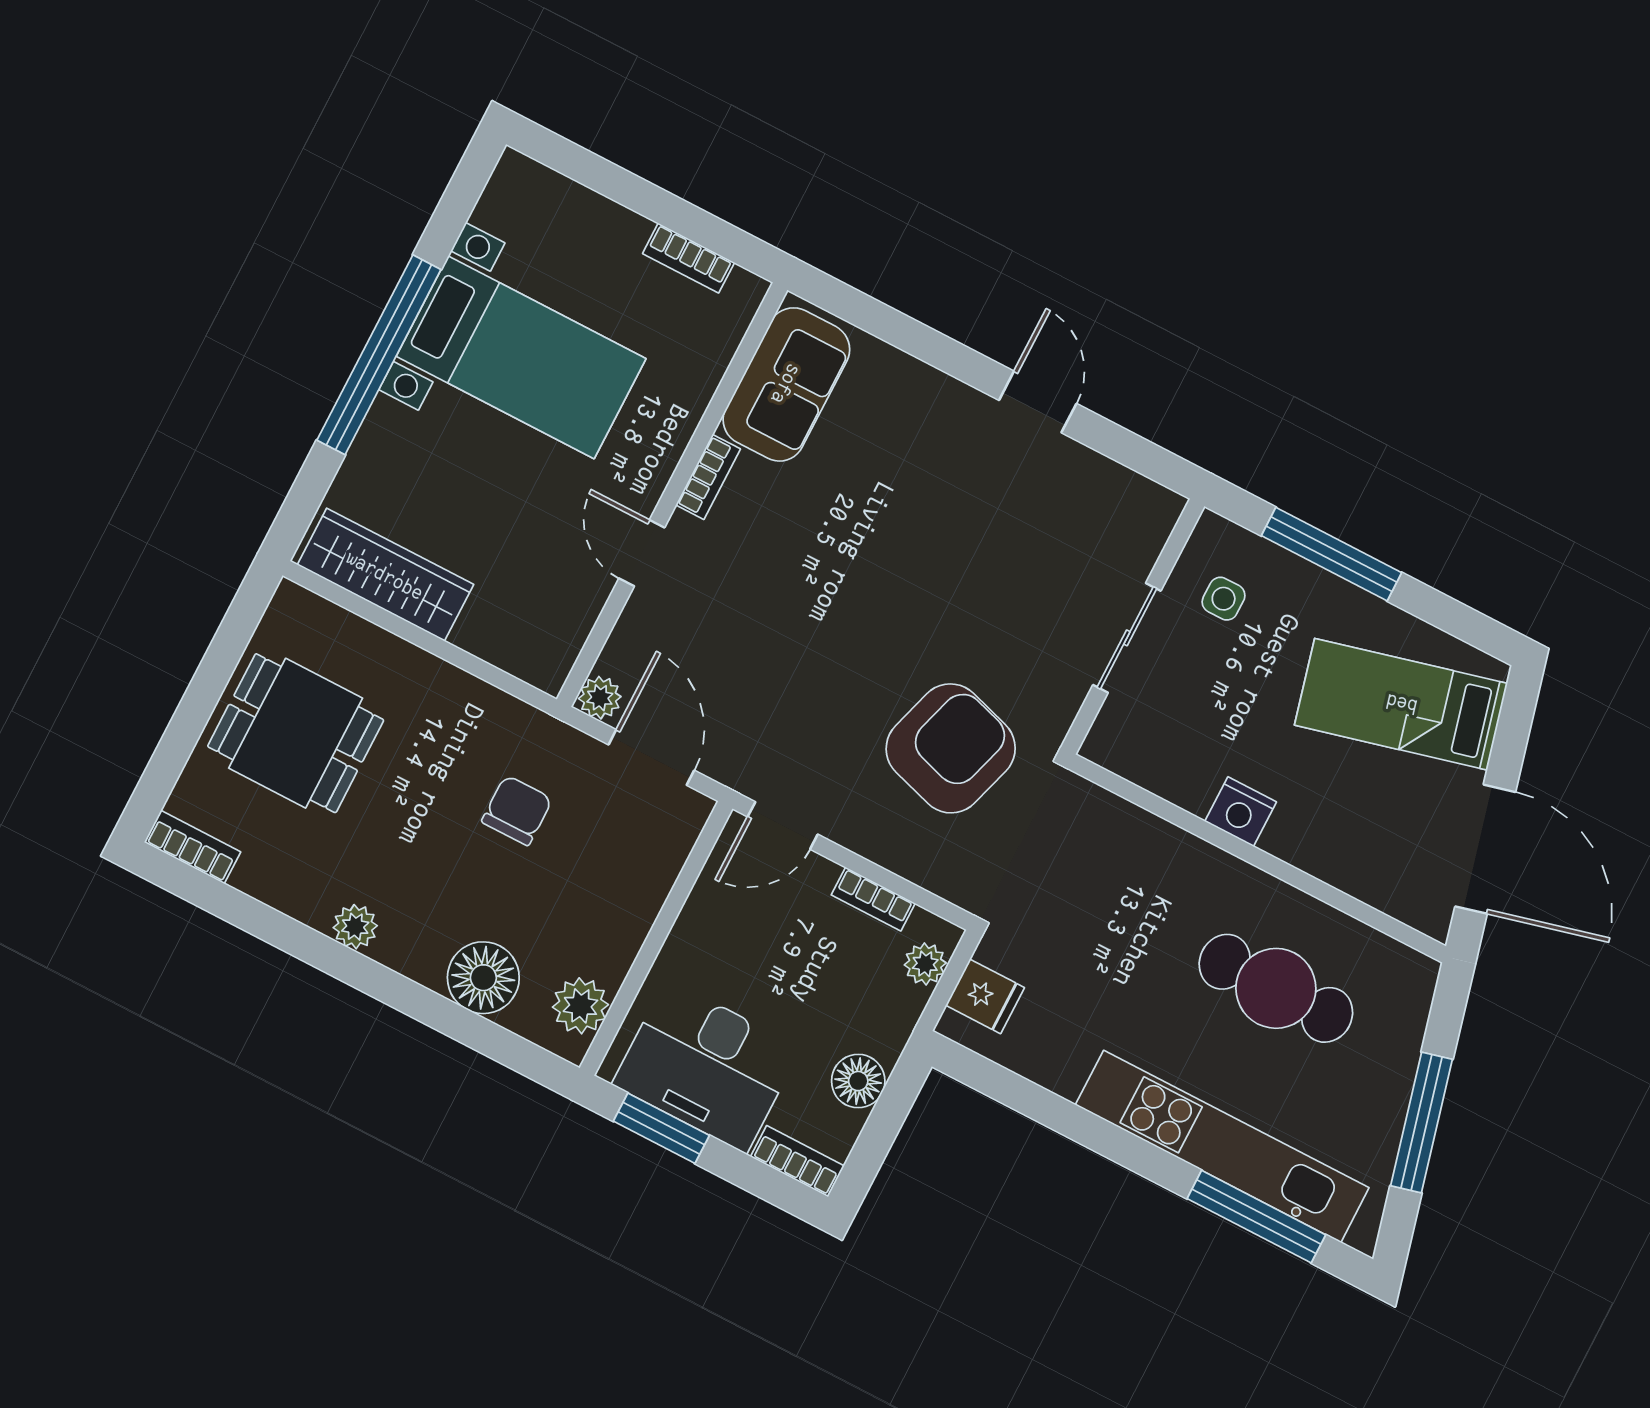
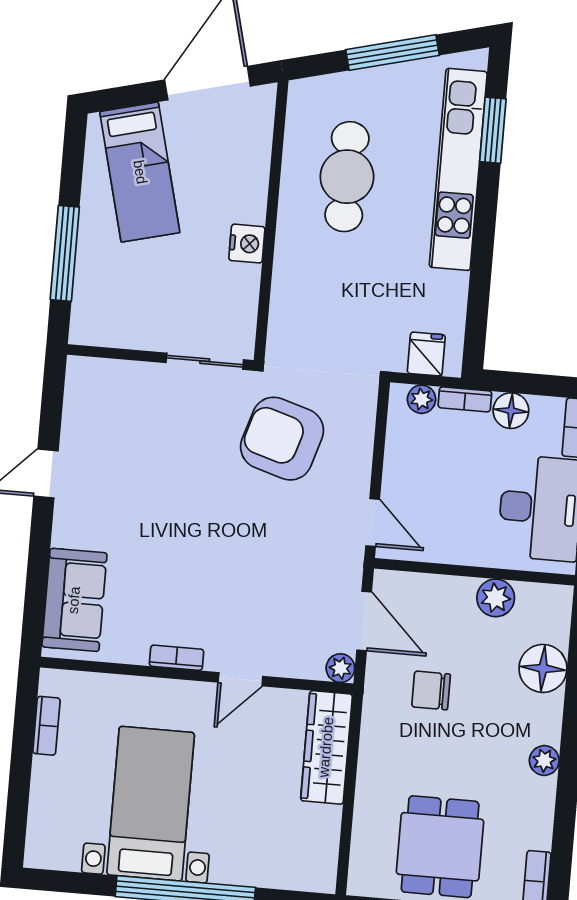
sofa: (786, 384) -> (74, 600), moved, turned 90
wardrobe: (385, 575) -> (326, 747), moved
side table: (1224, 599) -> (120, 309), removed
sliding door: (1127, 638) -> (205, 361), moved
door: (651, 757) -> (364, 621), swing flipped
bookcase: (873, 899) -> (465, 399), moved, turned 90
plant: (580, 1006) -> (496, 598), moved
window: (1256, 1217) -> (493, 130), width x0.69

